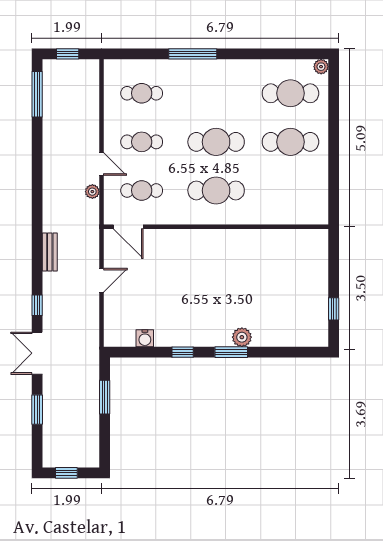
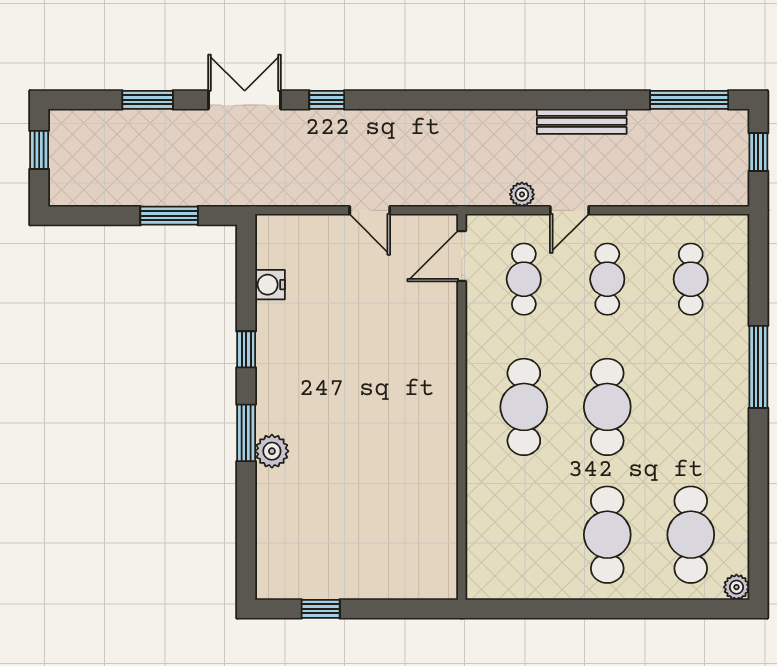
bench: (50, 252) -> (582, 121), moved, width x1.36

